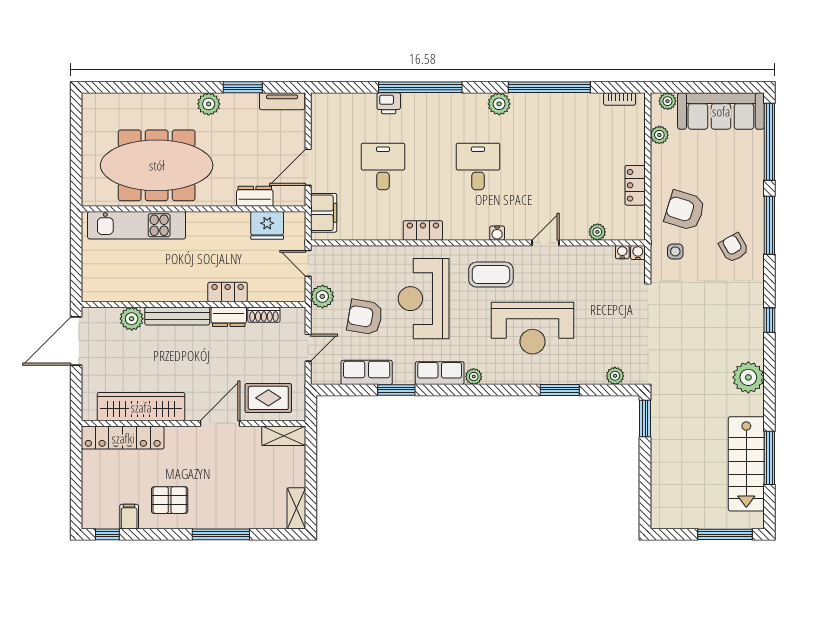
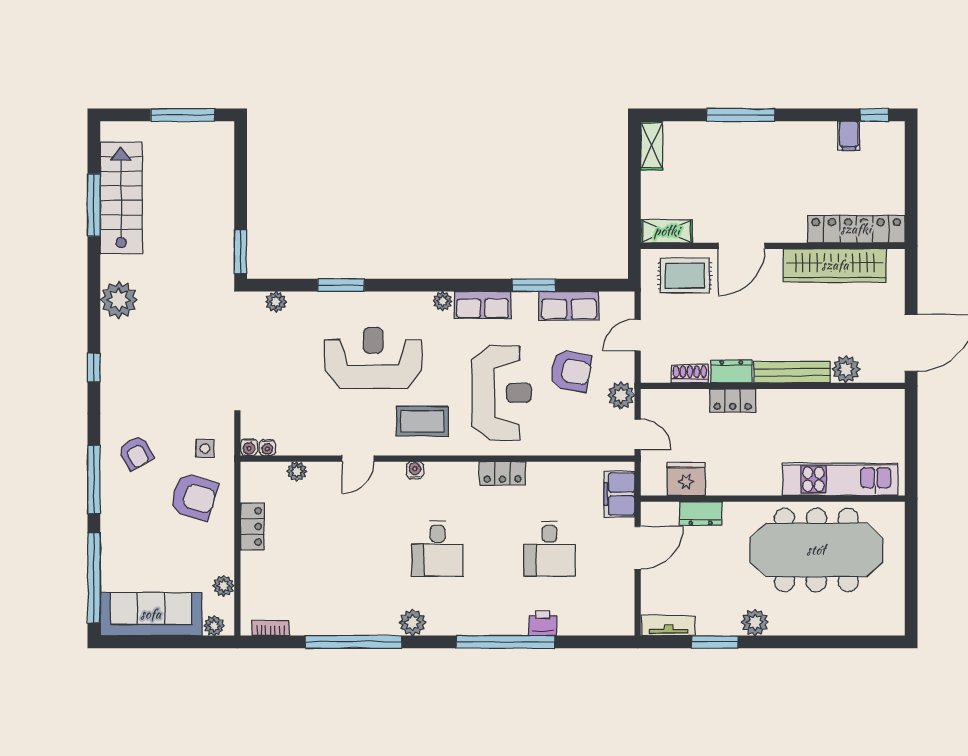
pallet: (170, 500) -> (801, 155), removed
window: (725, 534) -> (183, 115), moved

